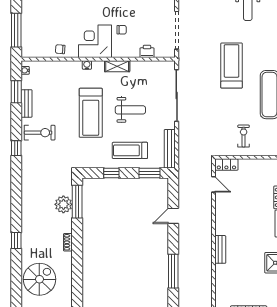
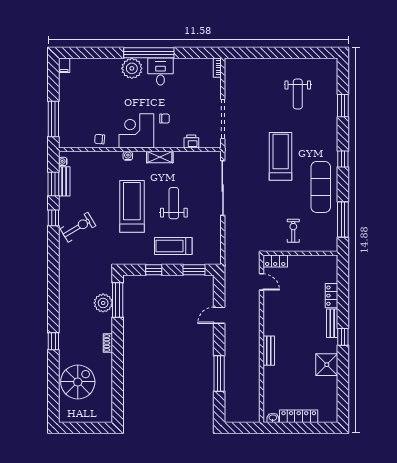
bench: (27, 103) -> (64, 181), moved
weight bench: (130, 110) -> (174, 203), turned -90
treadmill: (91, 113) -> (132, 206), turned 180
exercise bike: (40, 133) -> (78, 227), turned -31
window: (16, 148) -> (53, 218), moved
bench: (170, 149) -> (215, 244), removed

